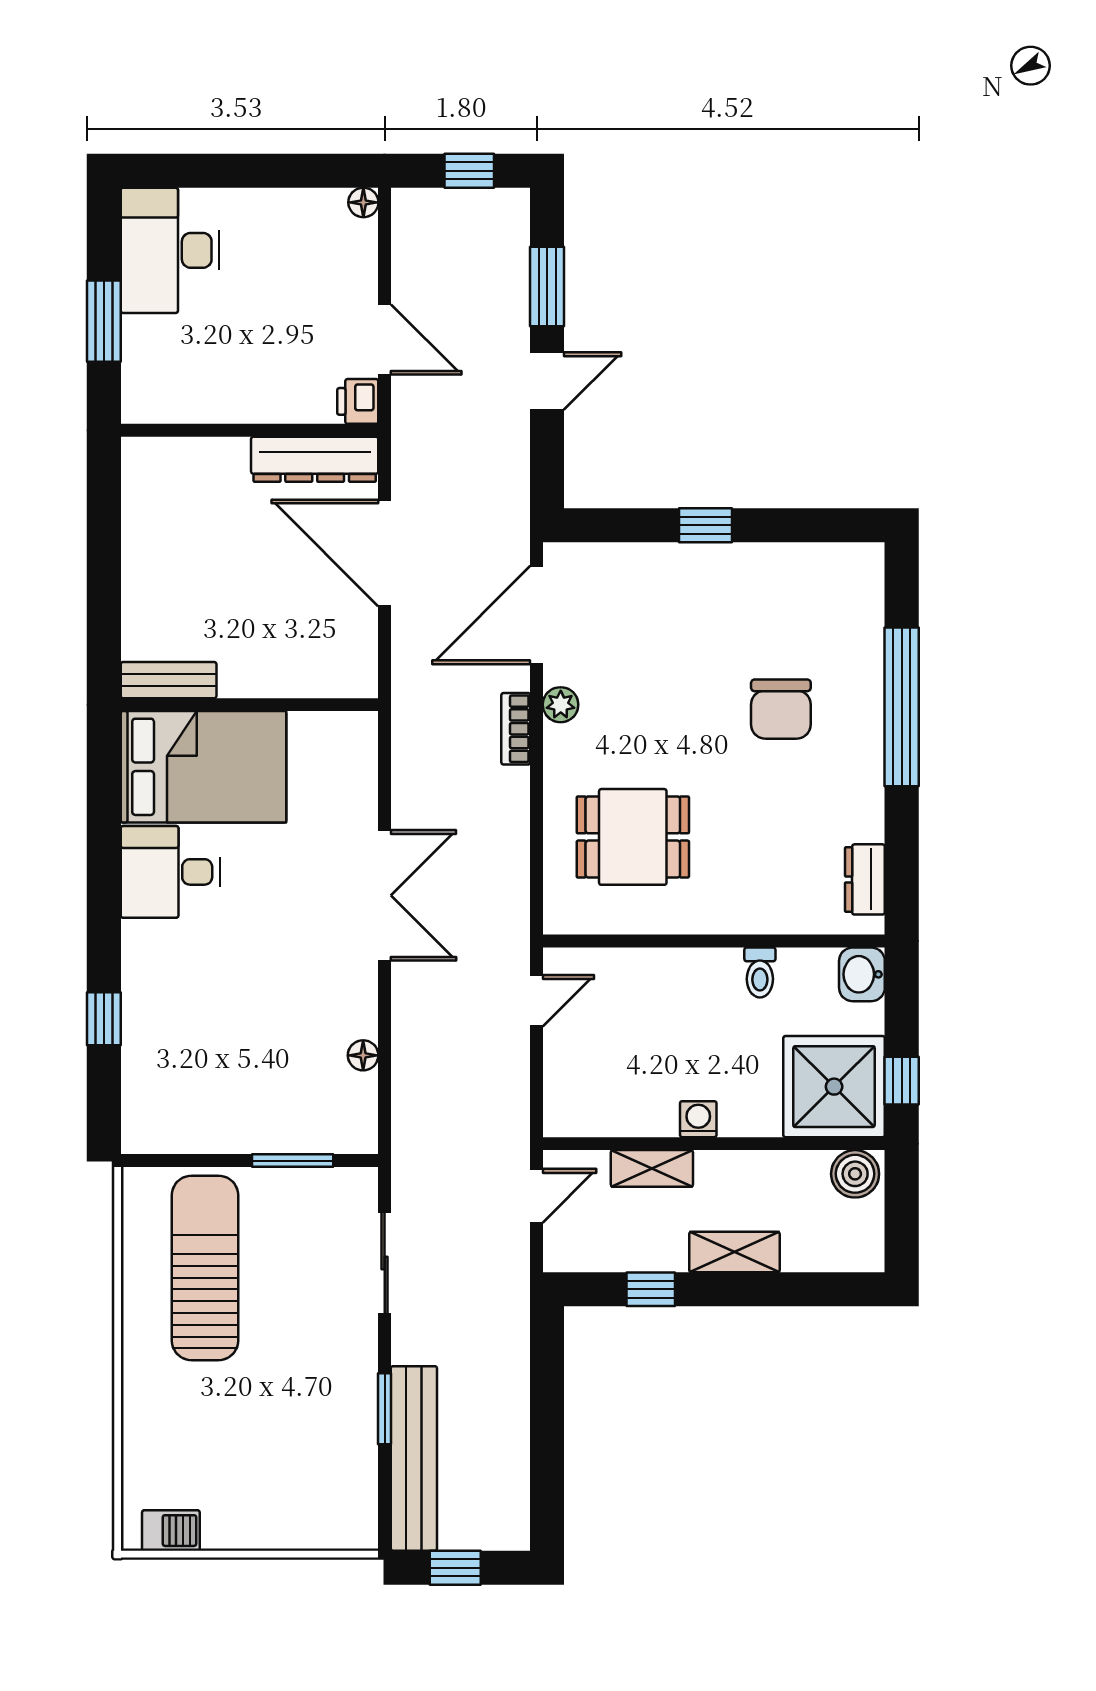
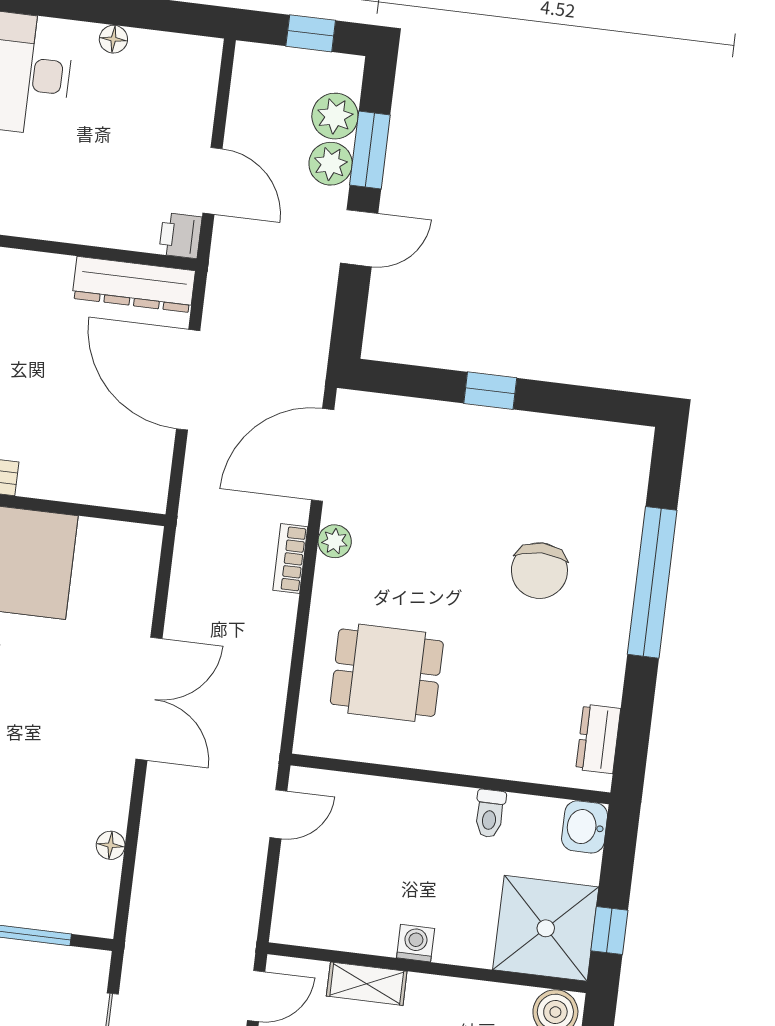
floor lamp: (363, 202) -> (113, 39), moved
plant: (506, 255) -> (335, 116), added
plant: (507, 306) -> (331, 164), added

